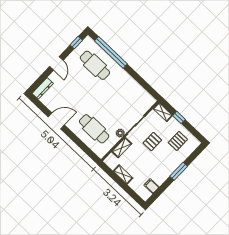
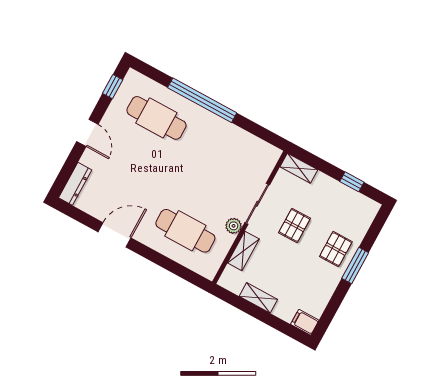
window: (111, 52) -> (202, 100), moved
window: (179, 117) -> (352, 182), moved
pallet: (178, 141) -> (336, 249), moved
filing cabinet: (152, 186) -> (305, 322), moved

